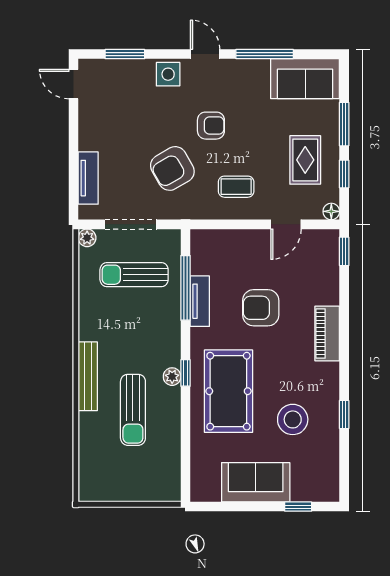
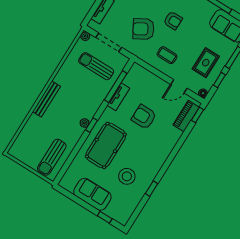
piano: (327, 333) -> (186, 116), moved
sun lounger: (133, 410) -> (52, 157), moved

